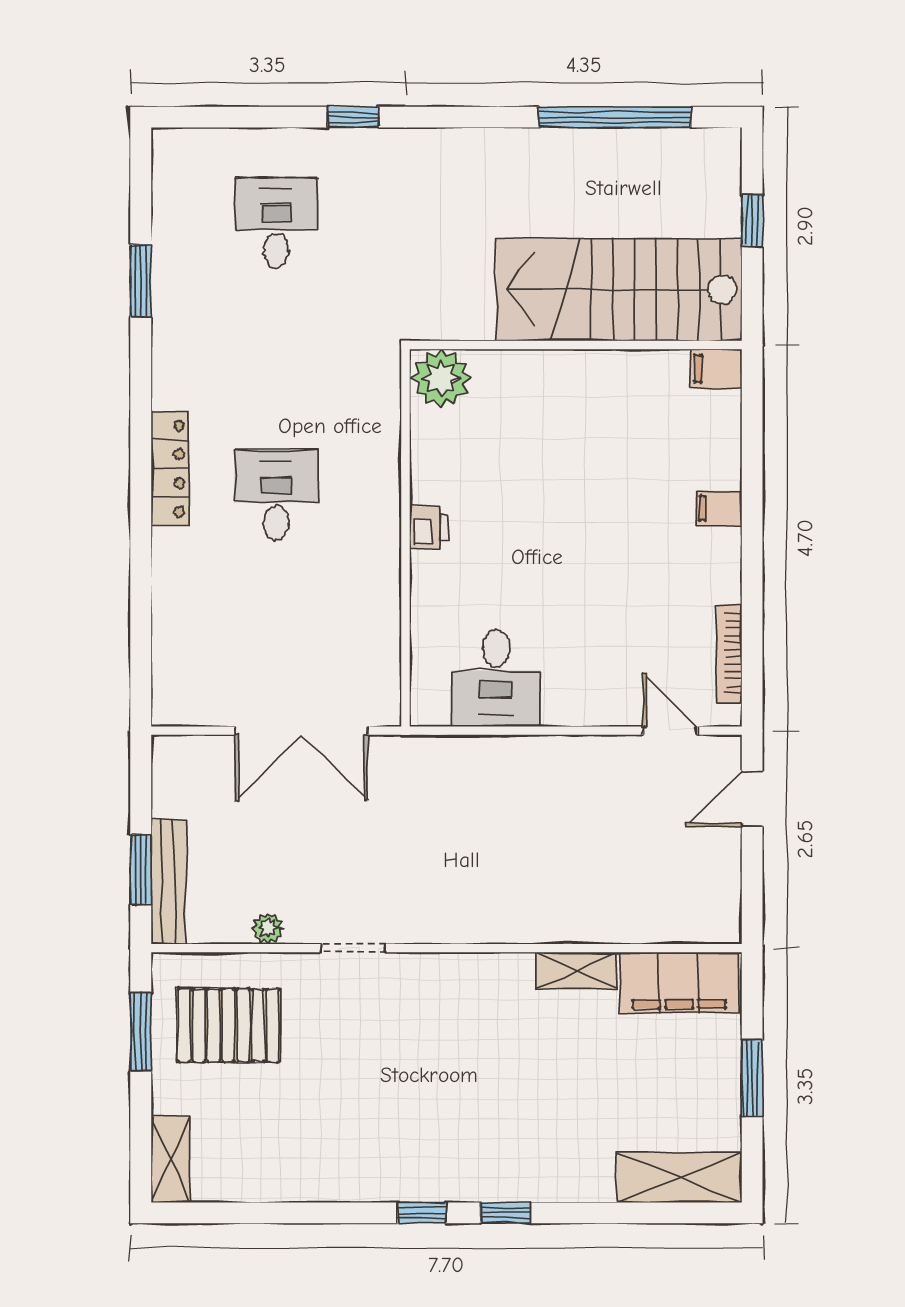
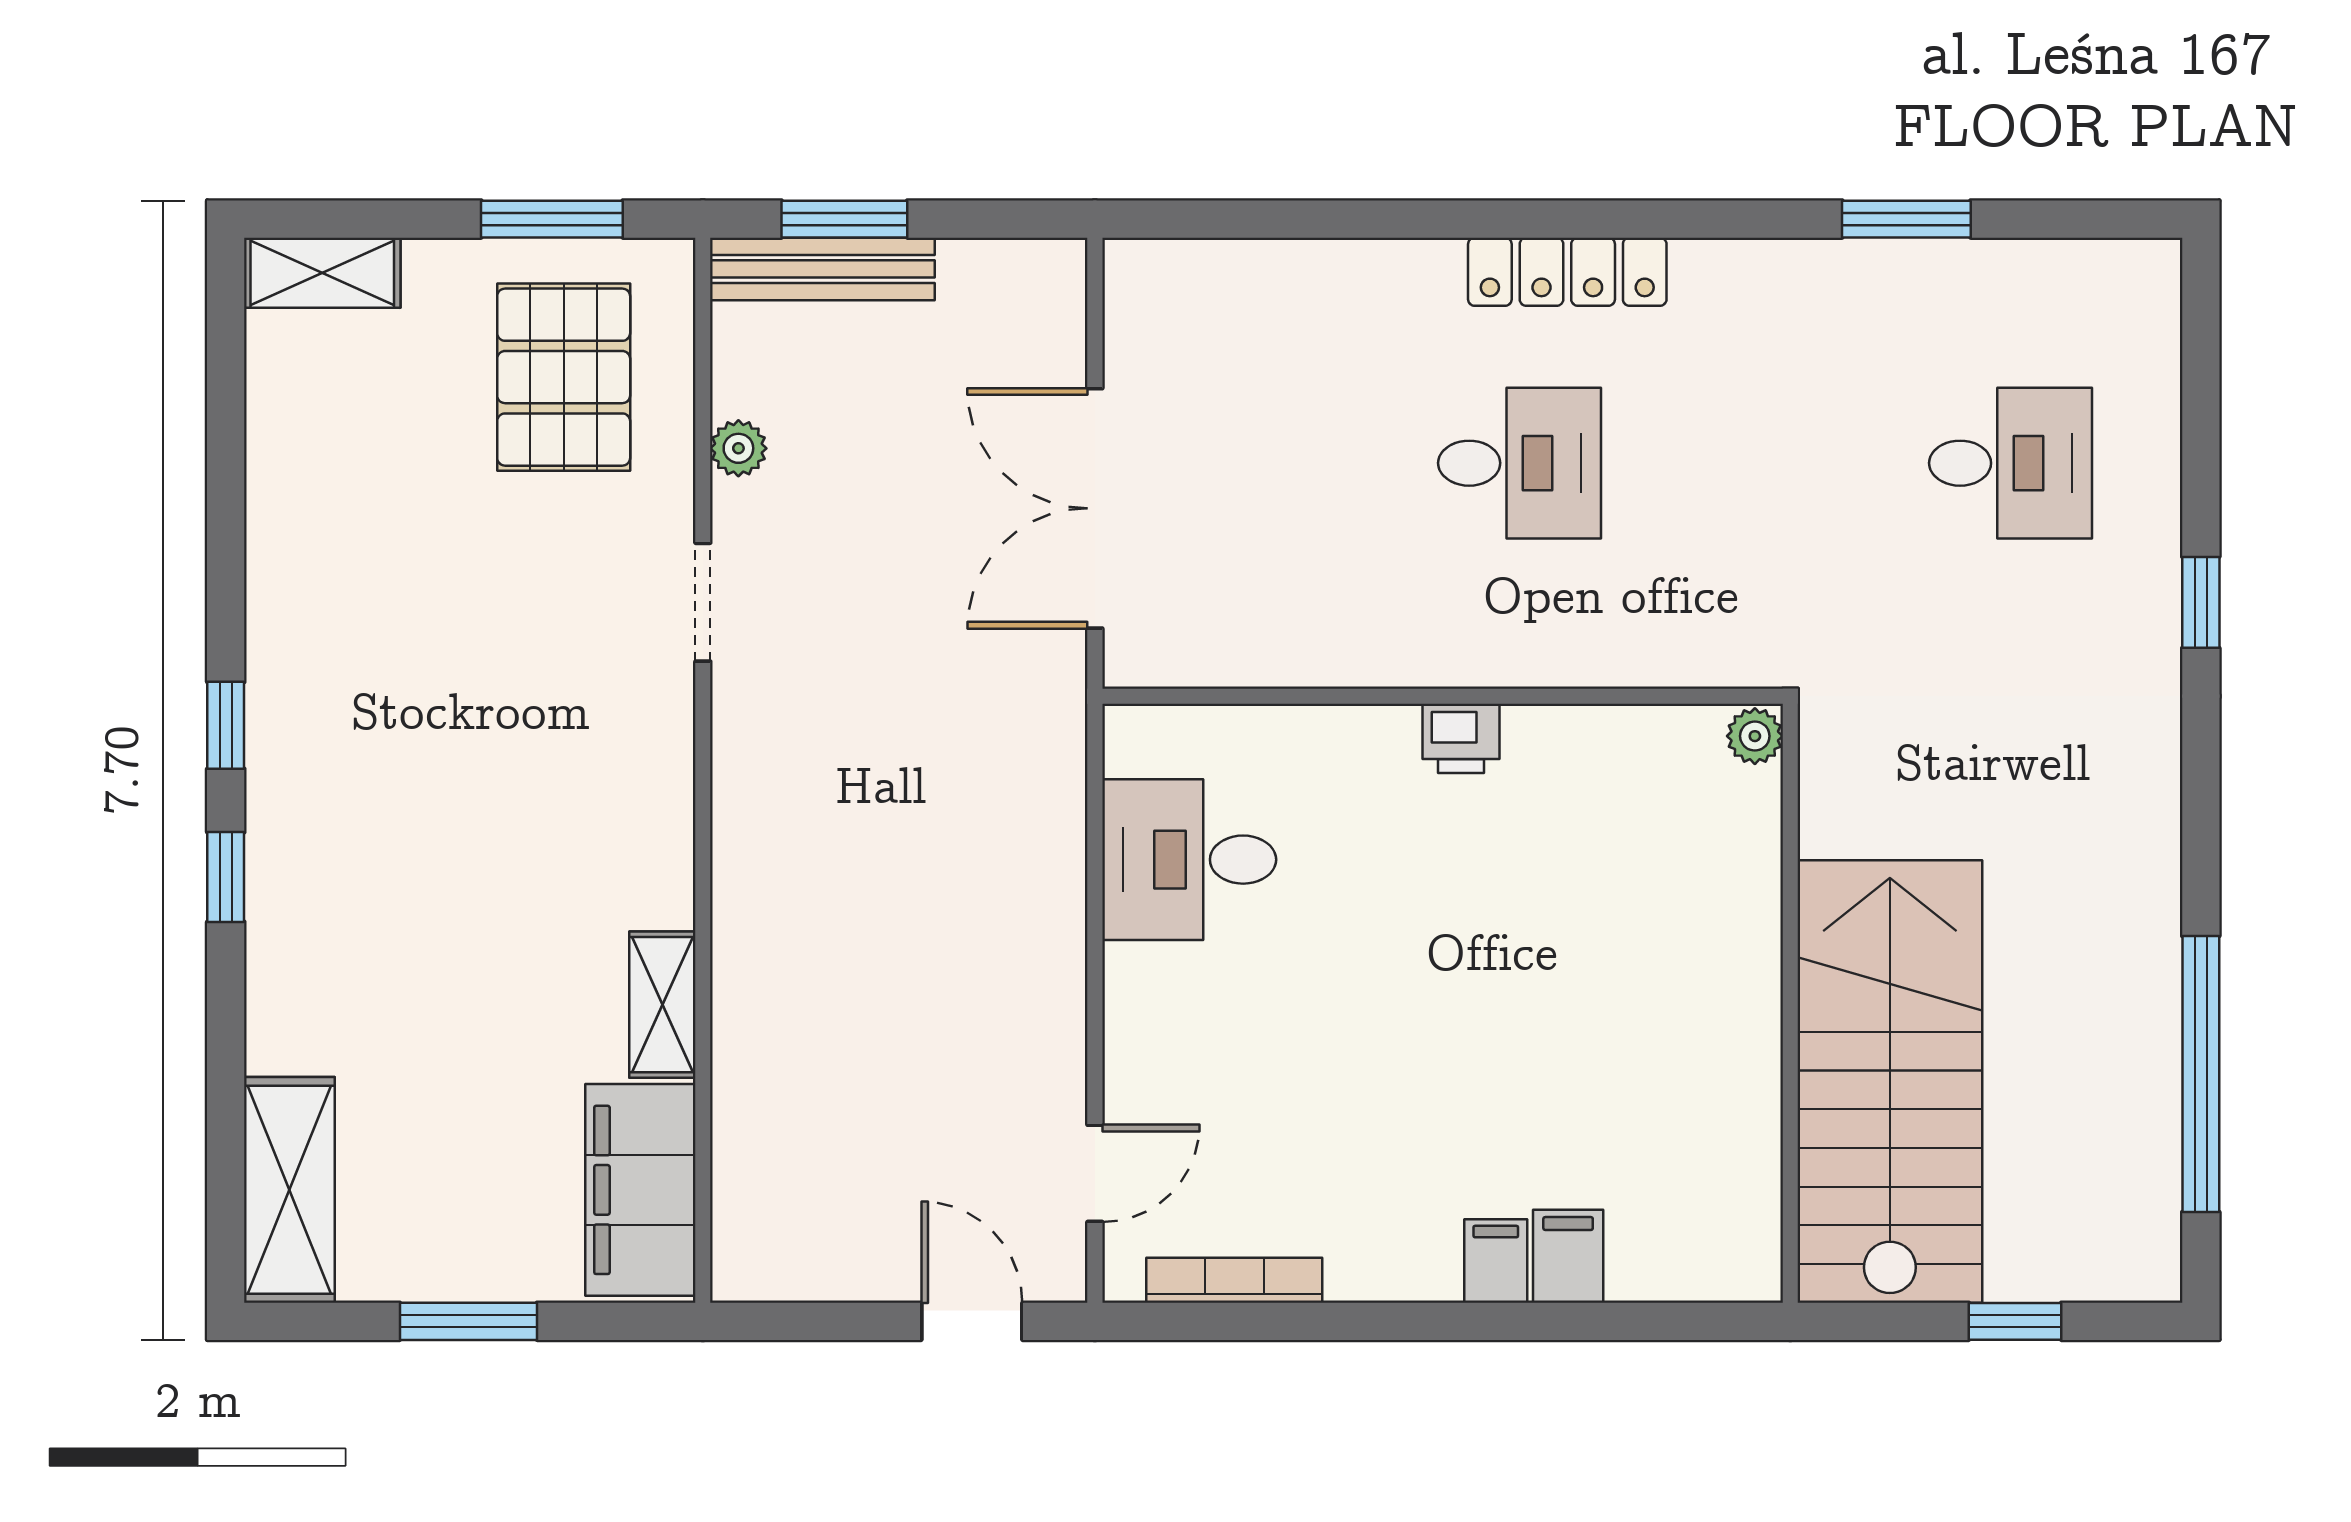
filing cabinet: (716, 368) -> (1568, 1256), moved
plant: (441, 378) -> (1755, 736), width x0.53, depth x0.53

